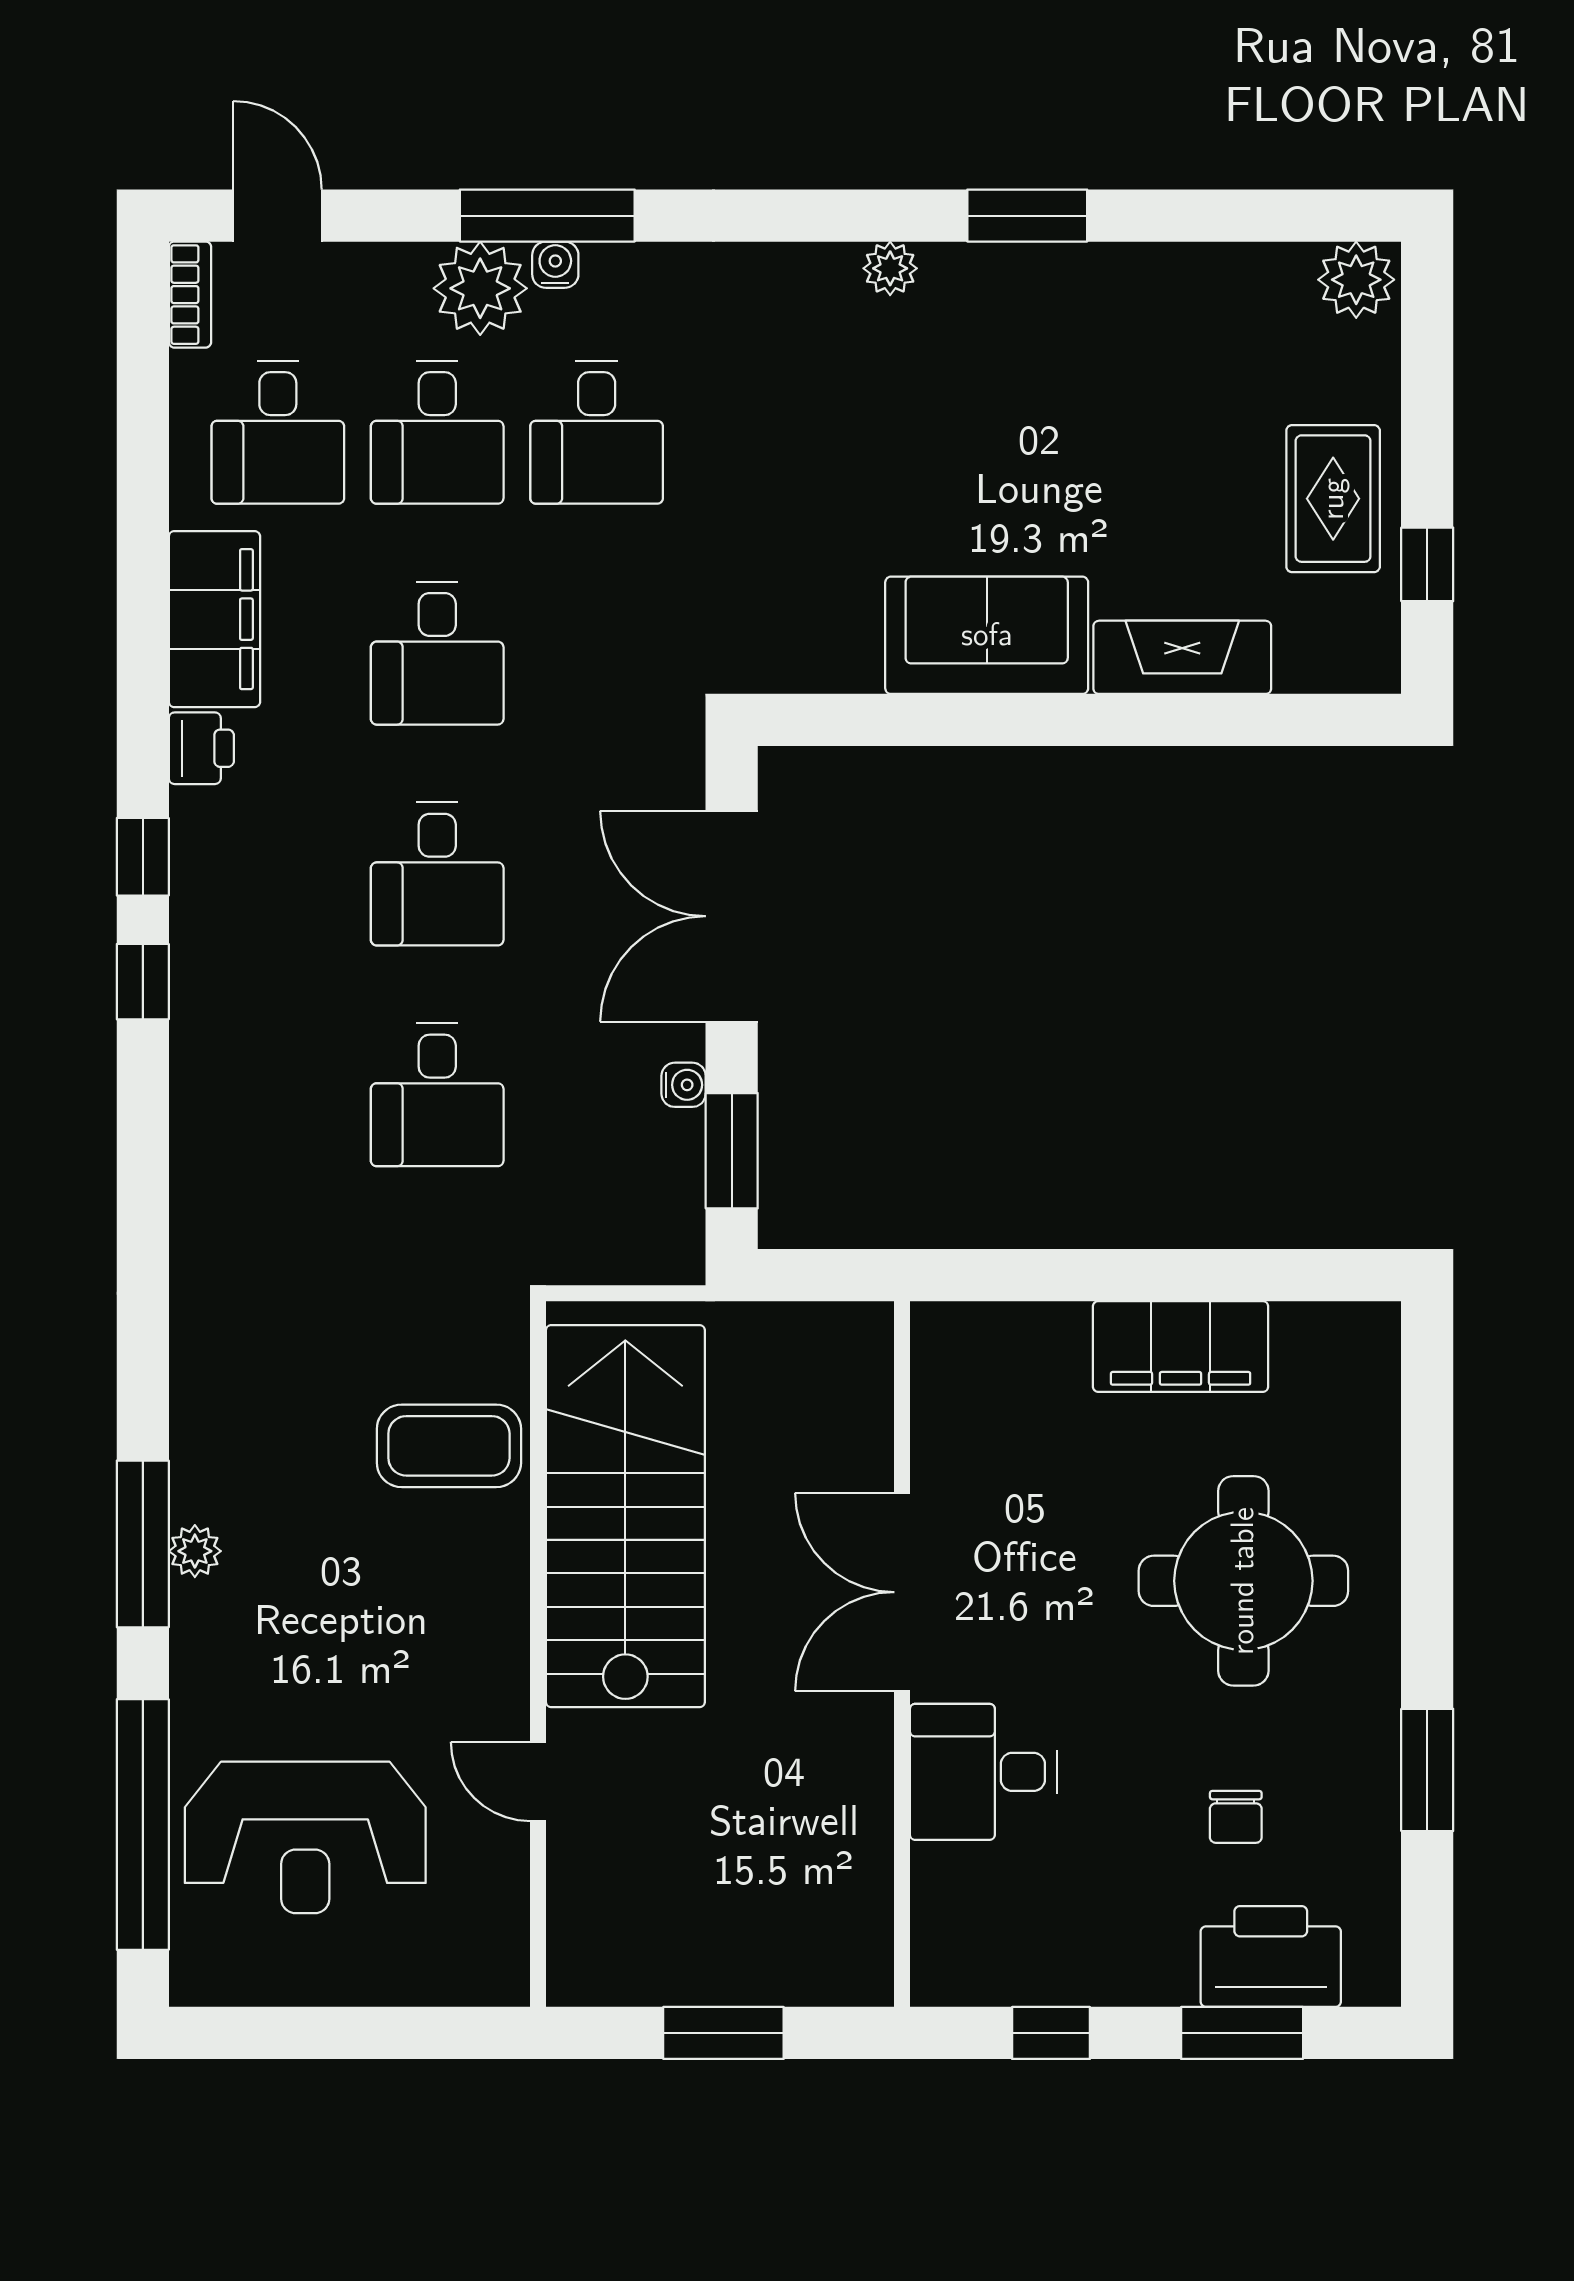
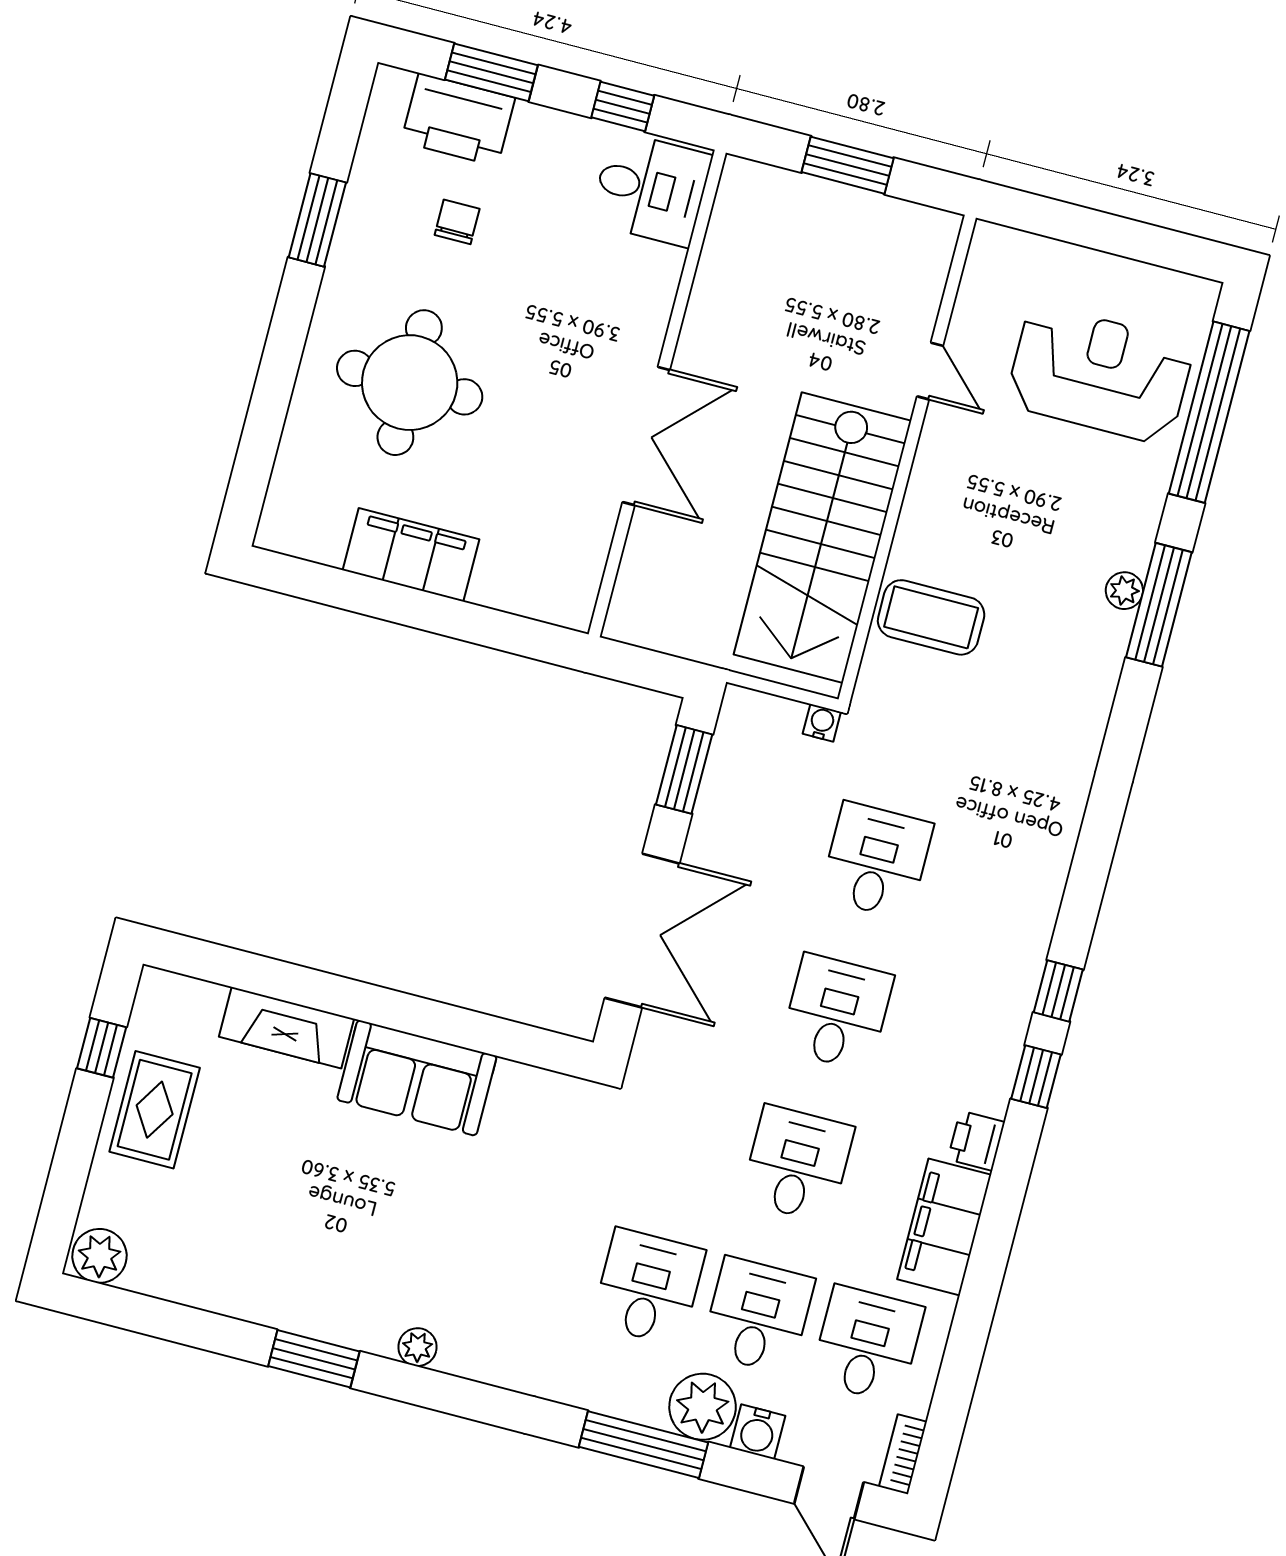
water cooler: (555, 265) -> (758, 1432), moved, width x1.38, depth x1.38
water cooler: (684, 1085) -> (822, 723), moved, turned 90
desk: (983, 1772) -> (651, 189), moved

